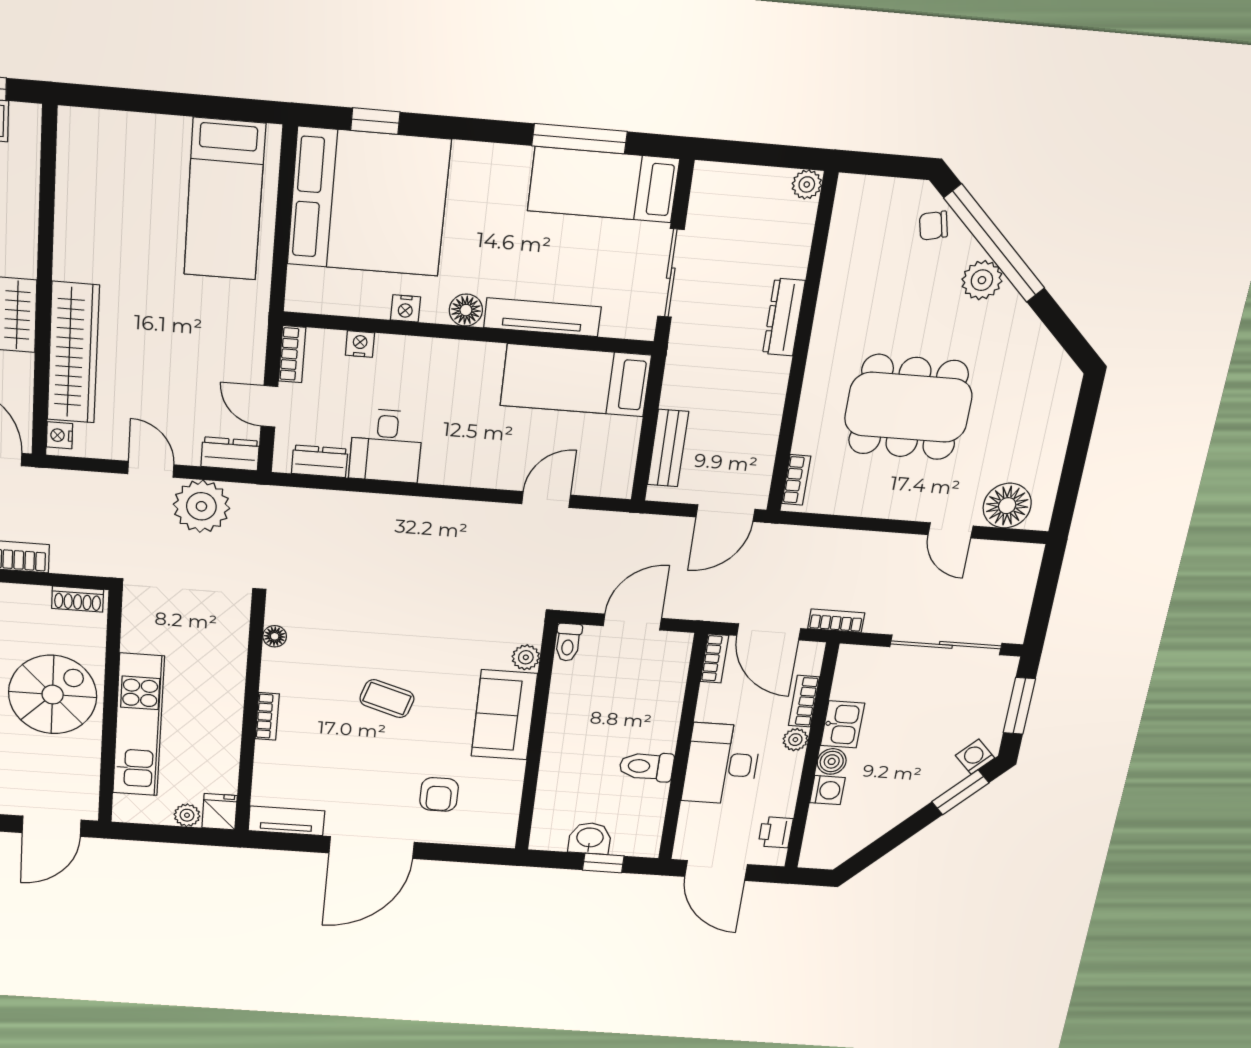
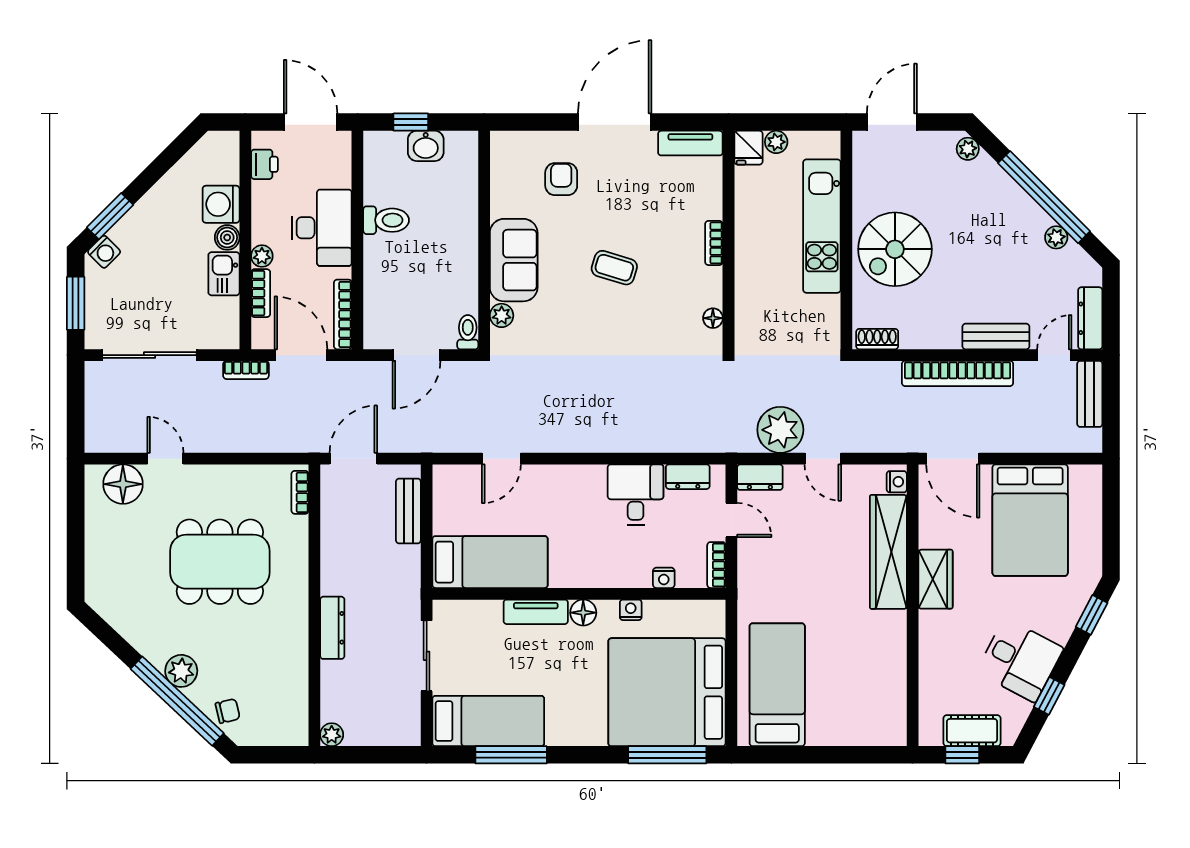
window: (375, 121) -> (667, 755), width x2.17
tv unit: (542, 317) -> (536, 612), width x0.71
bookcase: (714, 658) -> (343, 314), width x1.56
washing machine: (827, 790) -> (221, 204), width x1.38, depth x1.38

